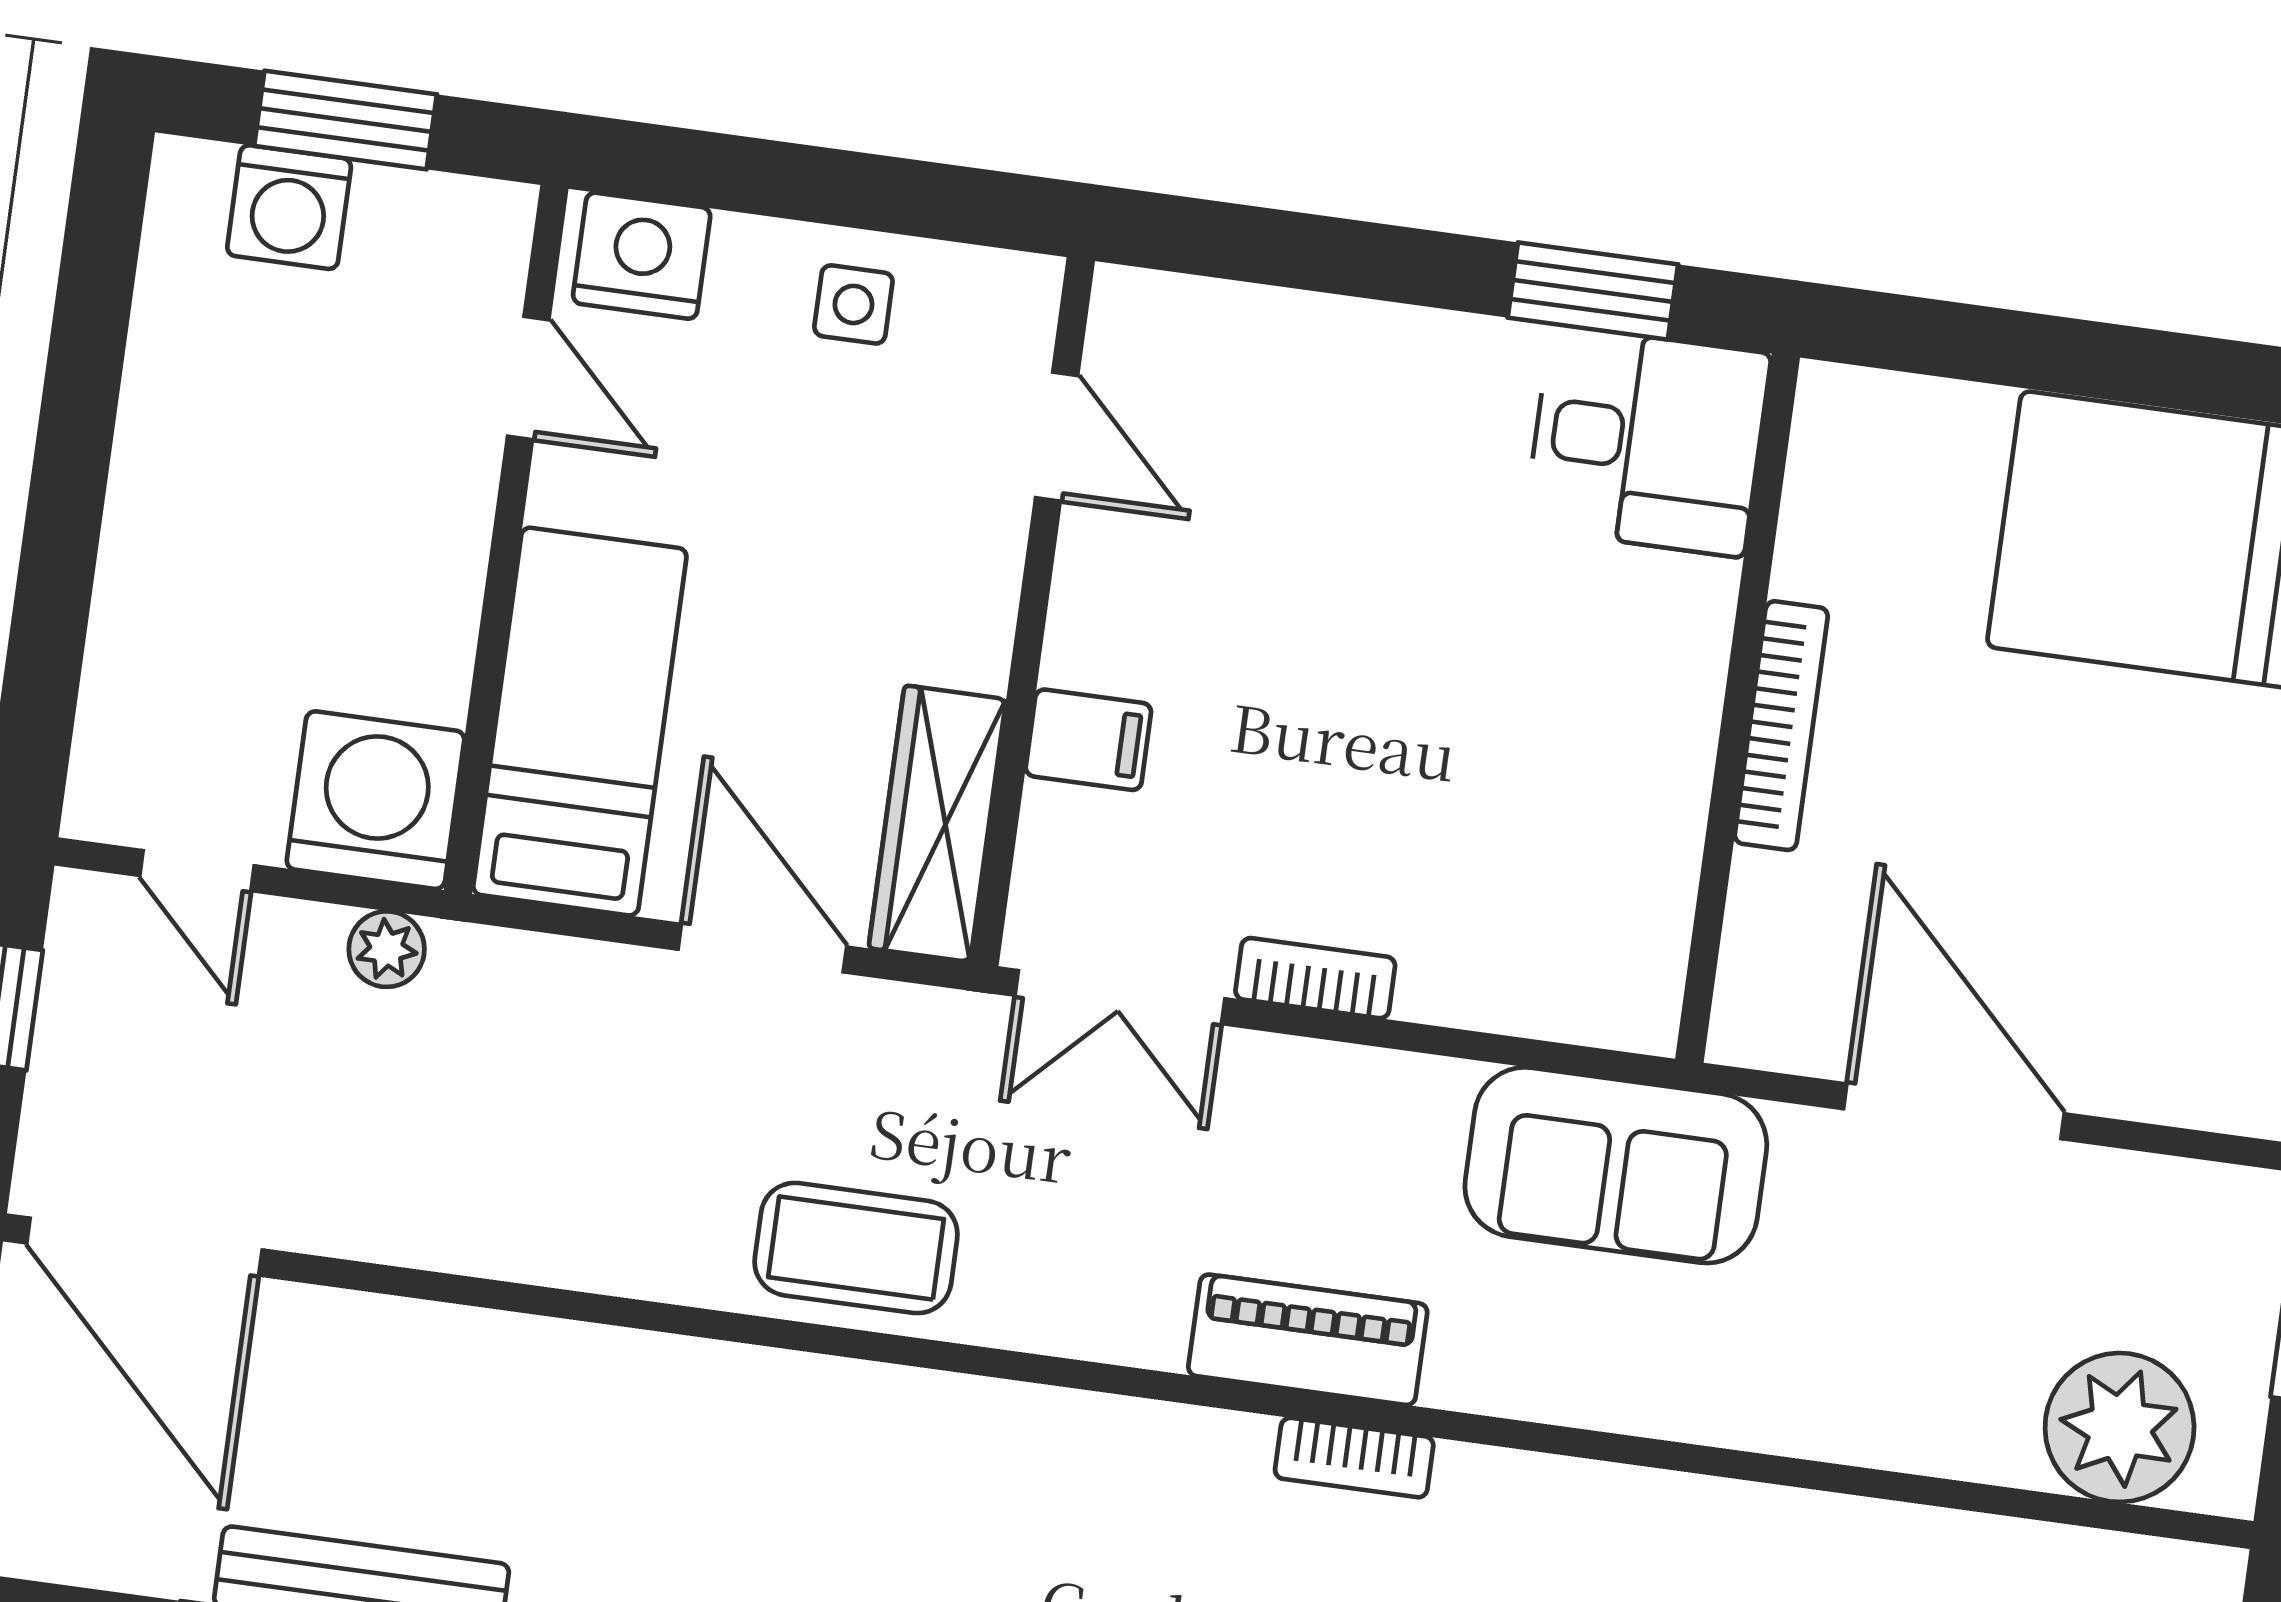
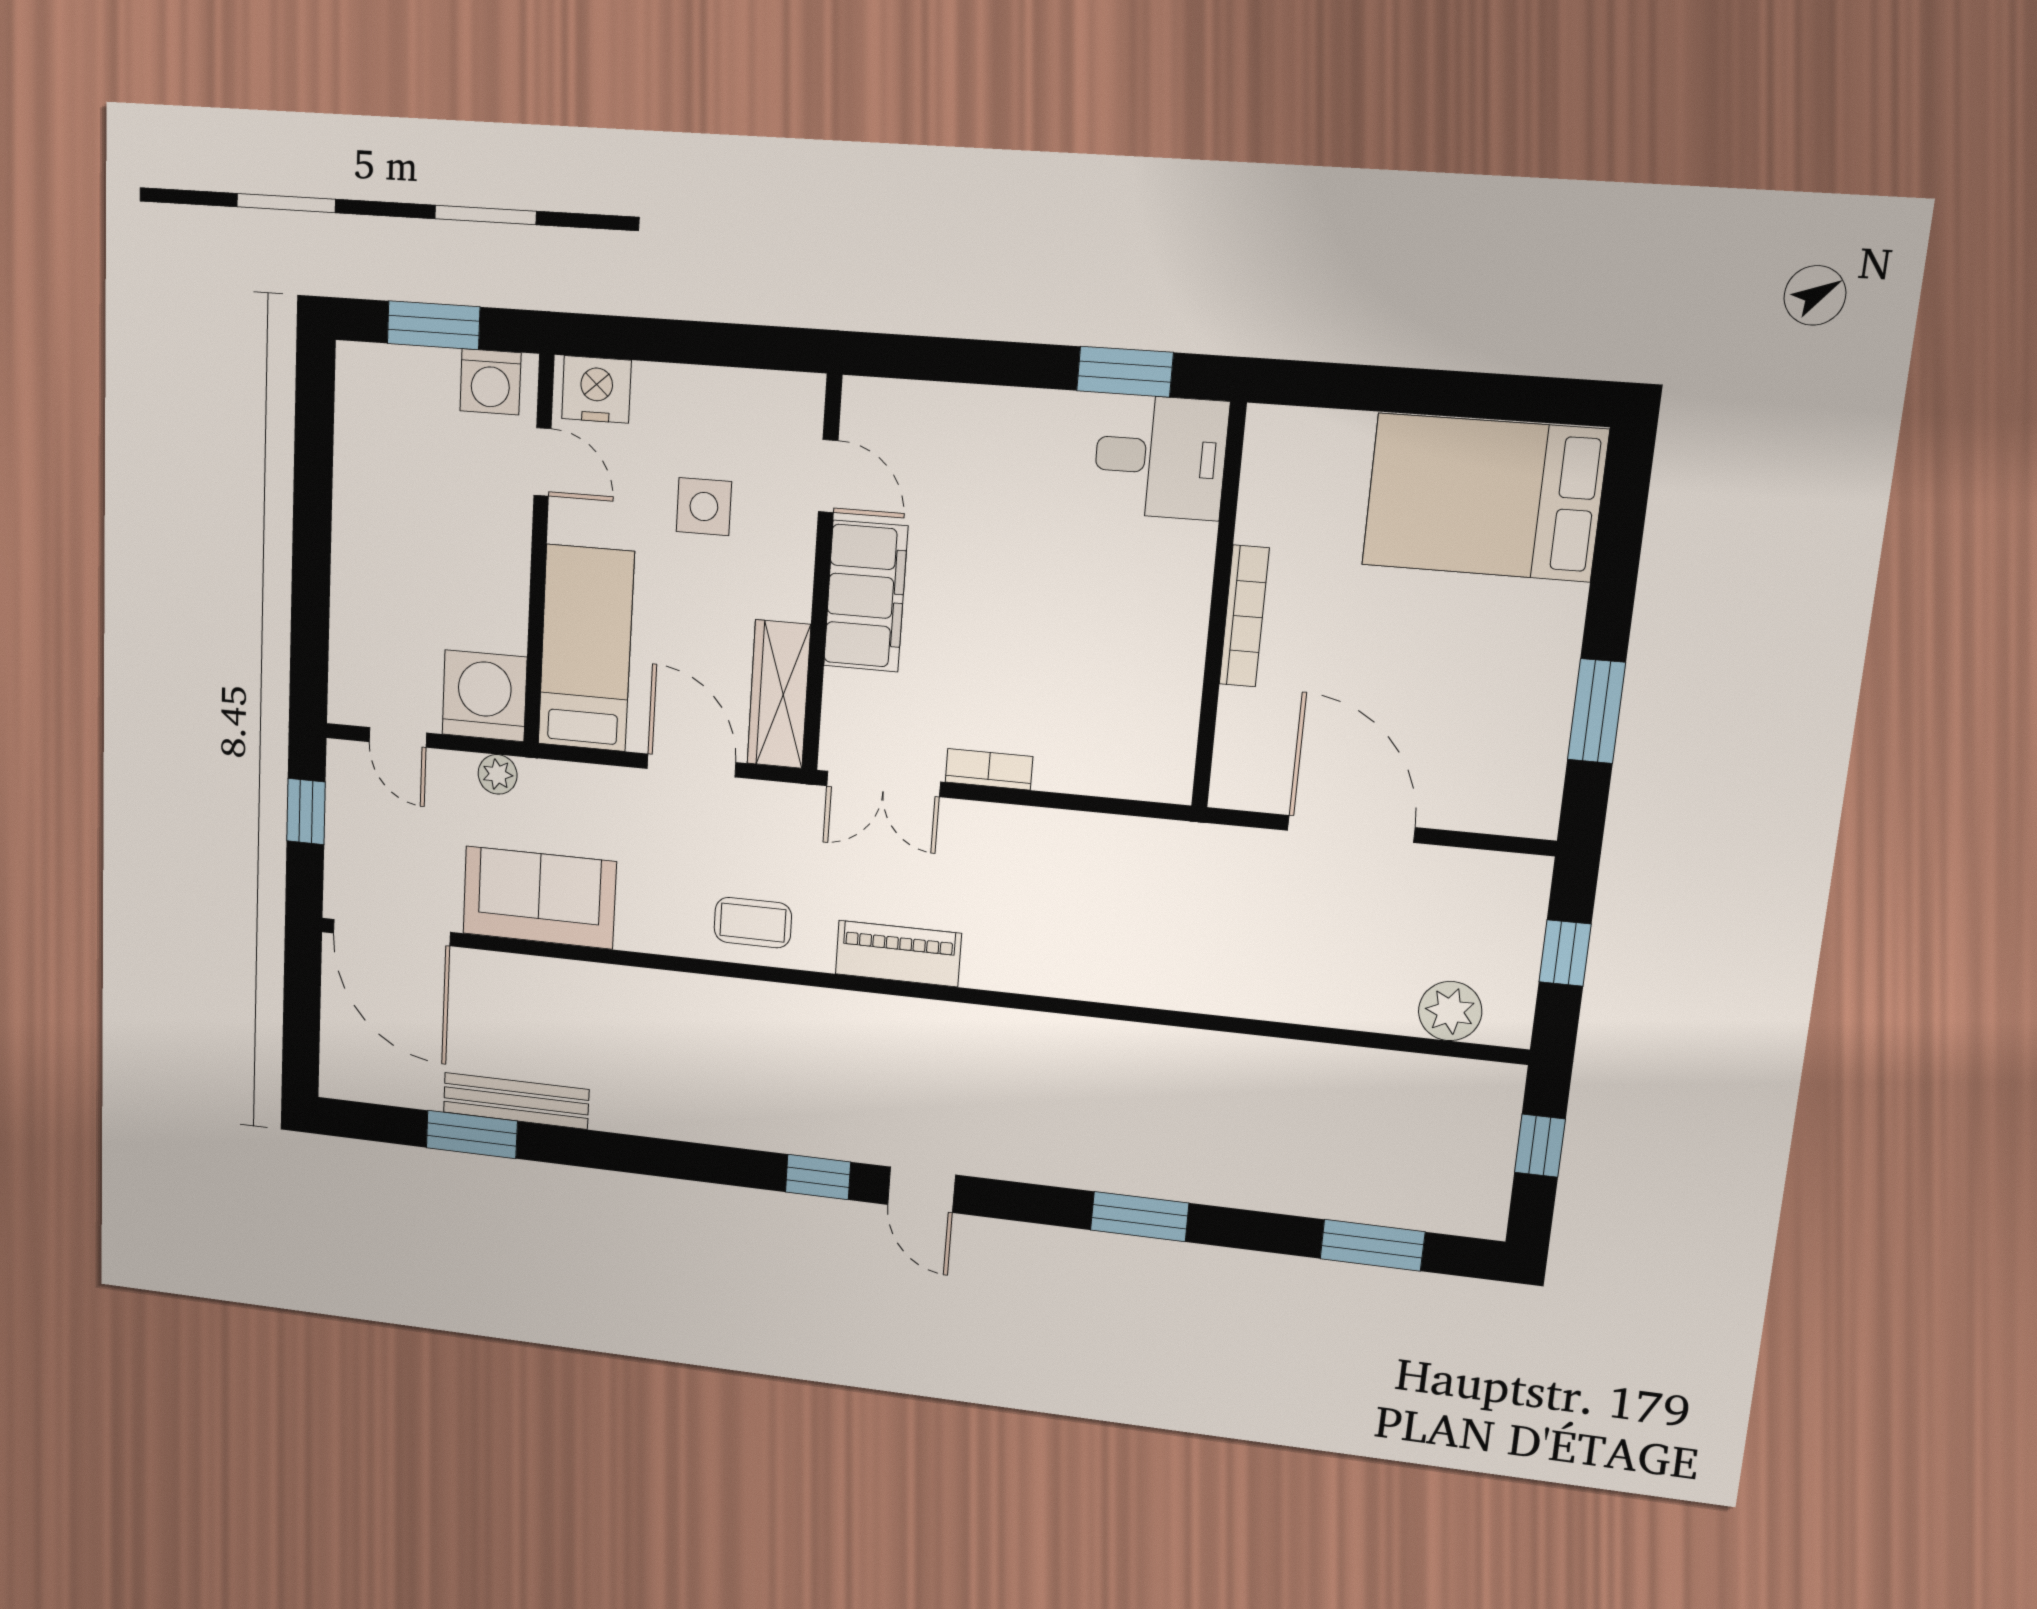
washing machine: (289, 207) -> (490, 382), moved
side table: (853, 304) -> (704, 507), moved, width x1.37, depth x1.37
filing cabinet: (1088, 740) -> (866, 596), width x3.00, depth x1.17
sofa: (1616, 1165) -> (539, 898), moved, turned 180
coffee table: (856, 1248) -> (753, 923), width x0.73, depth x0.77
piano: (1308, 1340) -> (898, 954), moved
plant: (2120, 1427) -> (1450, 1011), width x0.73, depth x0.73
bookcase: (1354, 1458) -> (1025, 1026), removed

